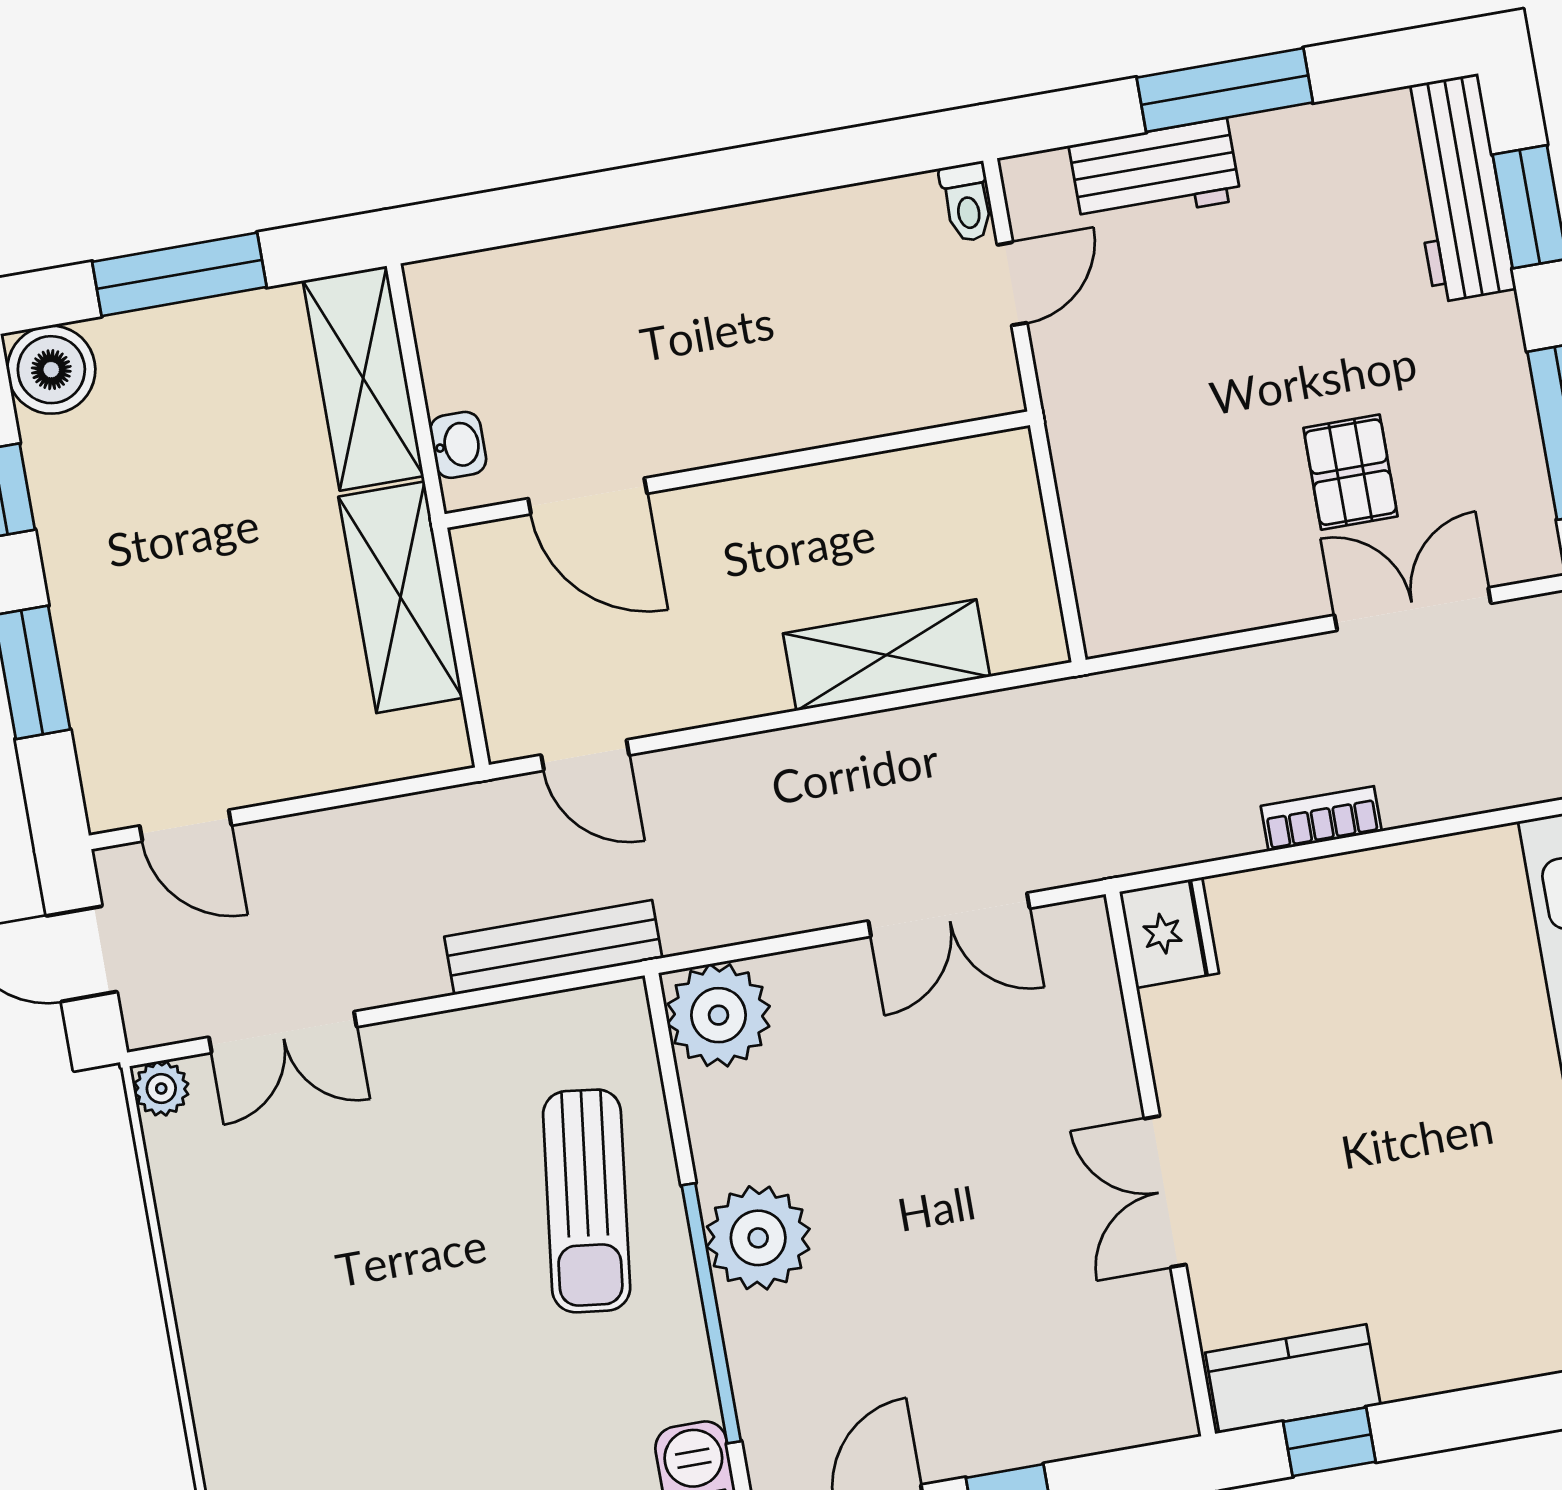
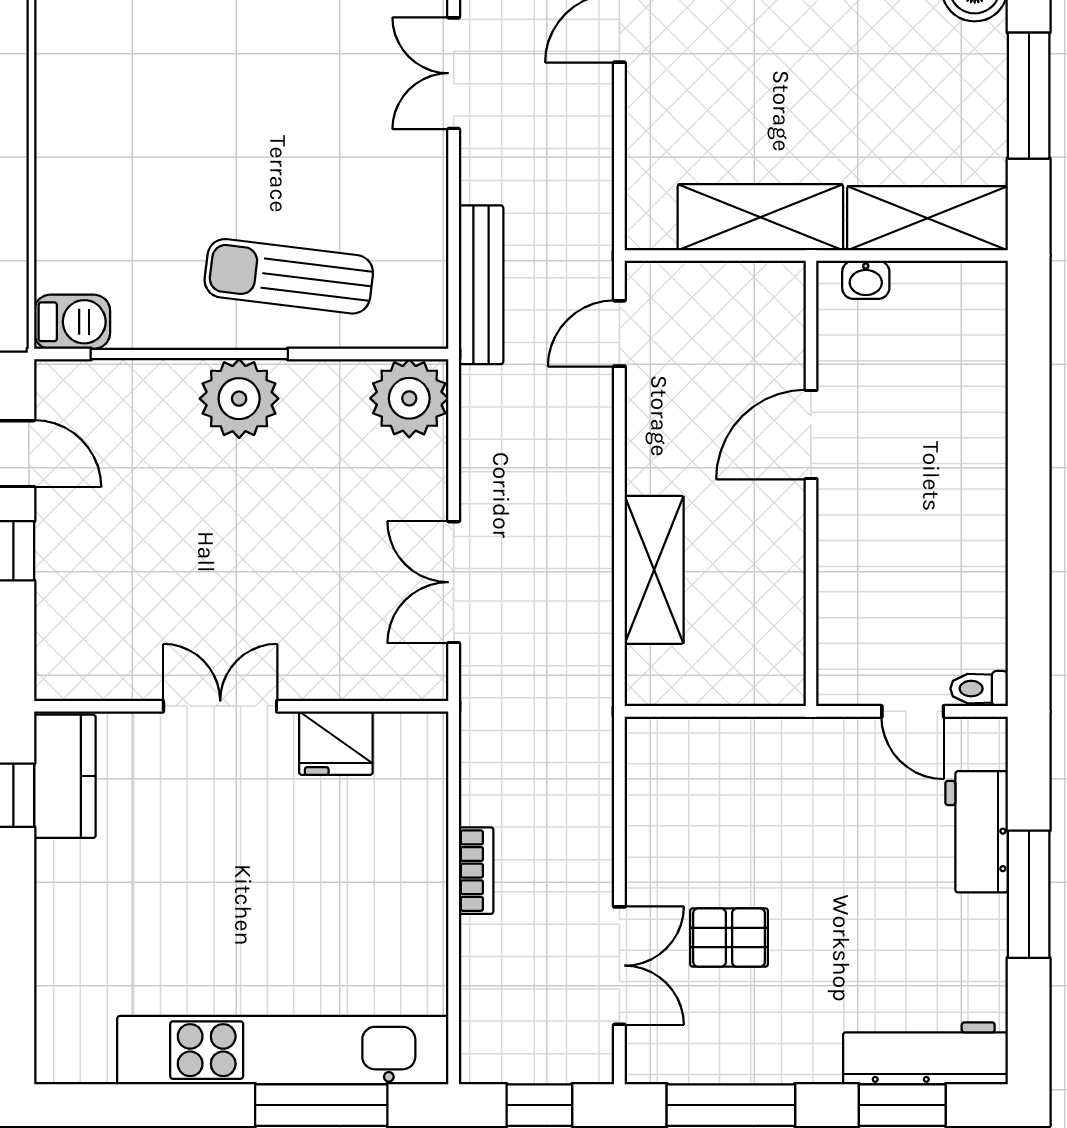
door: (588, 496) -> (811, 435), moved
fridge: (1169, 932) -> (336, 743), moved

